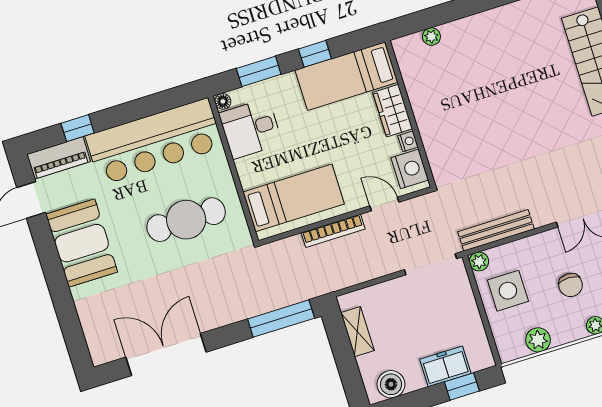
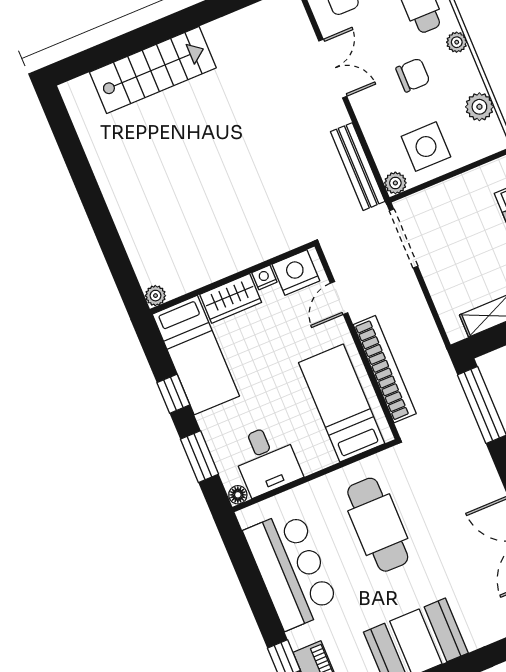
plant: (431, 37) -> (155, 296), moved
bar counter: (154, 142) -> (291, 570), width x0.73
bookcase: (333, 231) -> (385, 369), width x1.48, depth x1.31

